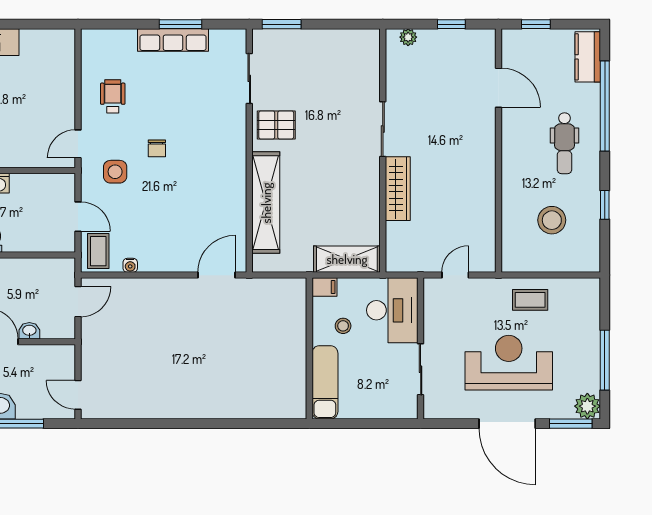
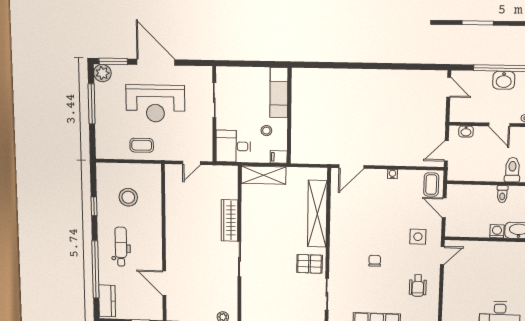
chair: (157, 148) -> (375, 261), moved
water cooler: (130, 265) -> (392, 174), moved
desk: (392, 310) -> (233, 146), width x0.73
washbasin: (29, 331) -> (466, 131), moved

